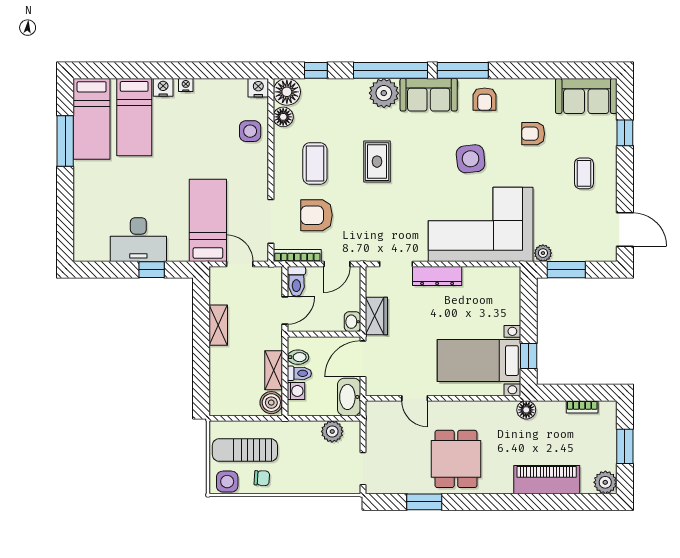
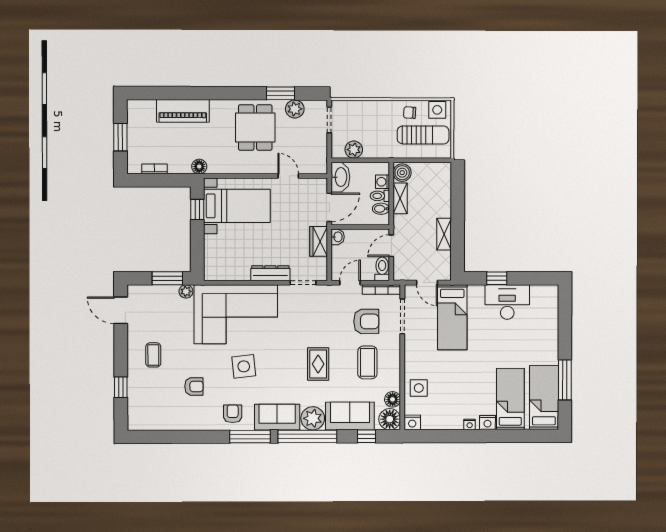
sofa: (586, 96) -> (350, 416), moved
plant: (605, 482) -> (295, 109), moved

